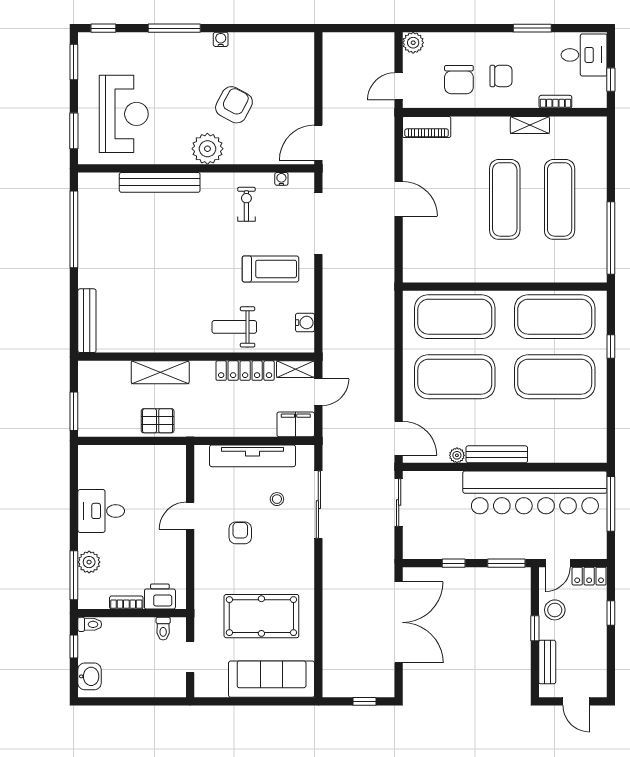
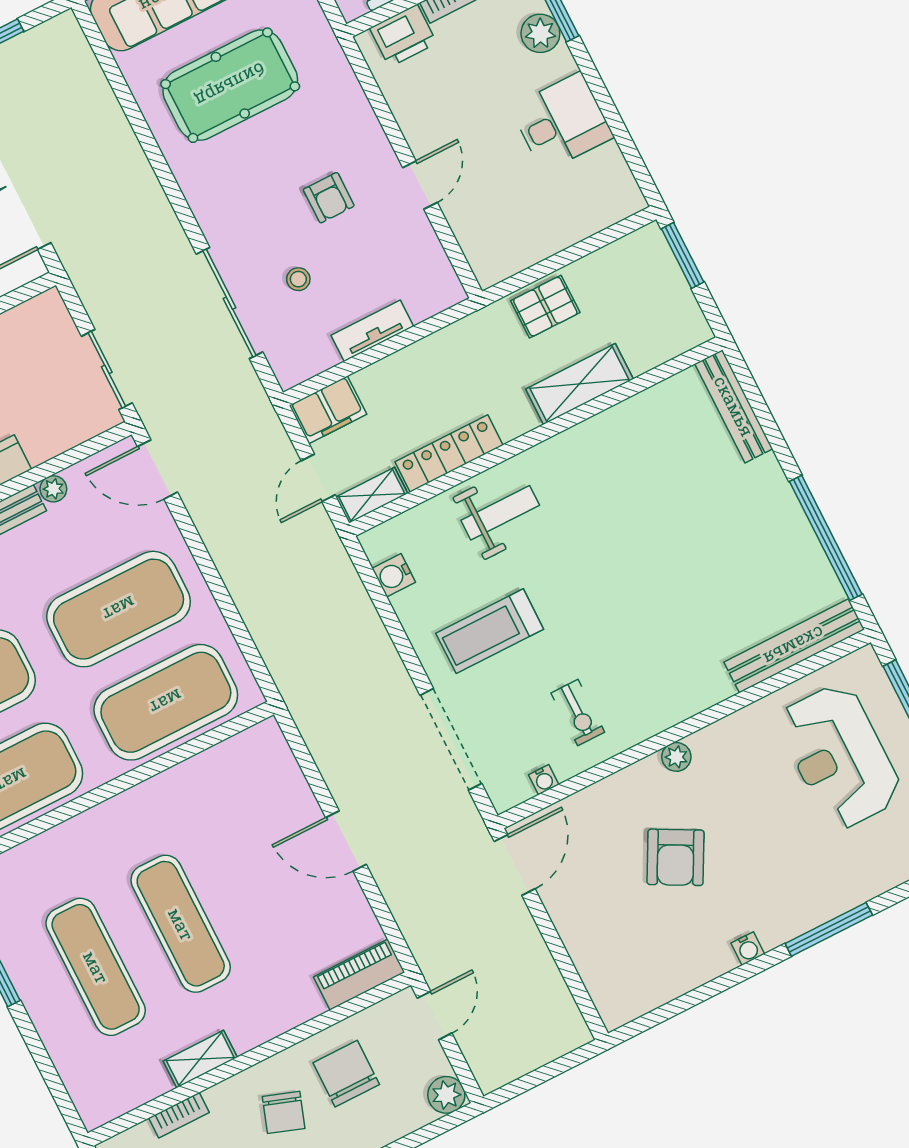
chair: (501, 76) -> (284, 1112), turned -71
plant: (207, 149) -> (676, 757), width x0.53, depth x0.53
bench: (160, 182) -> (794, 646), moved
tv unit: (253, 456) -> (372, 331), width x0.52, depth x0.78

